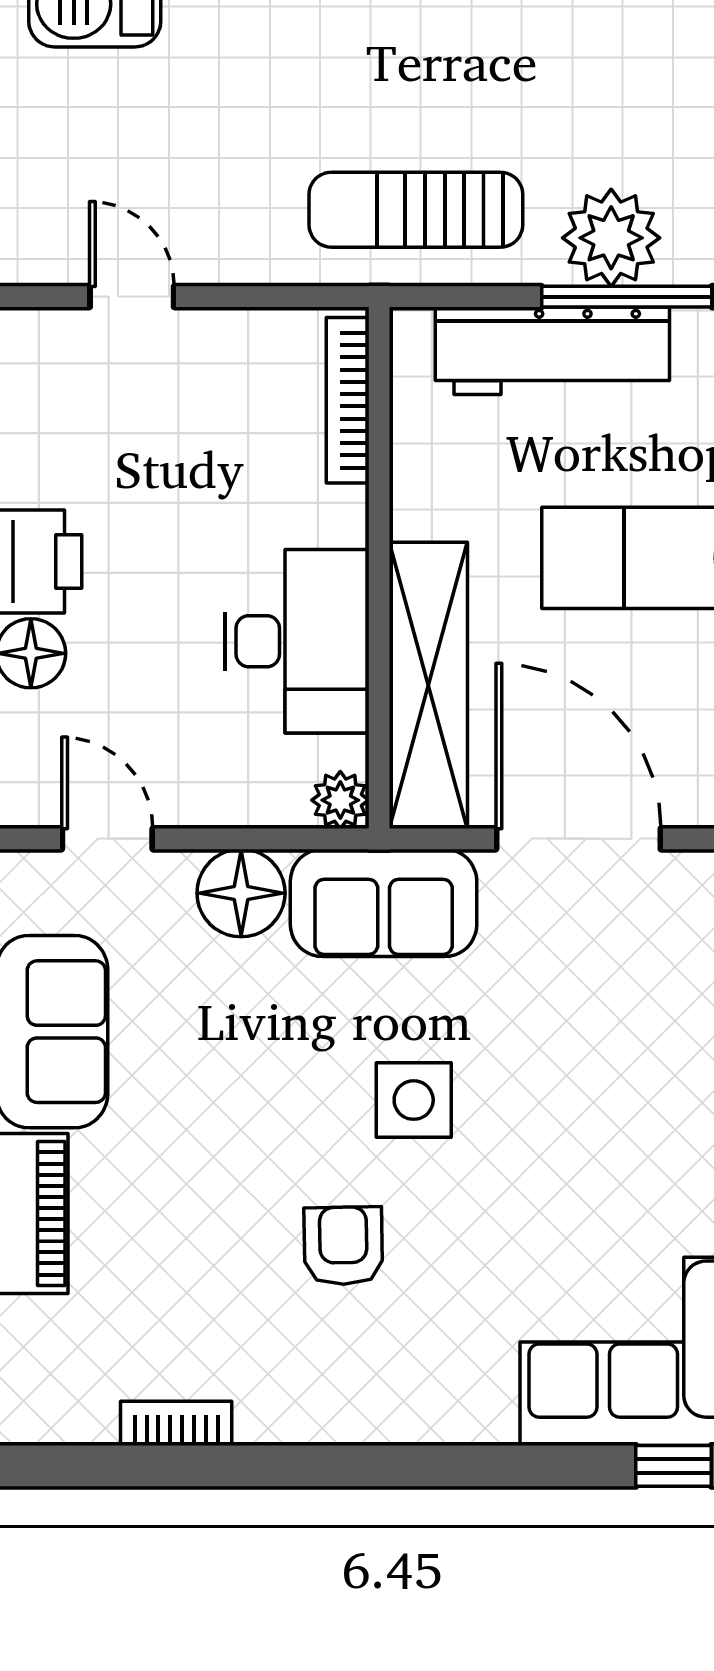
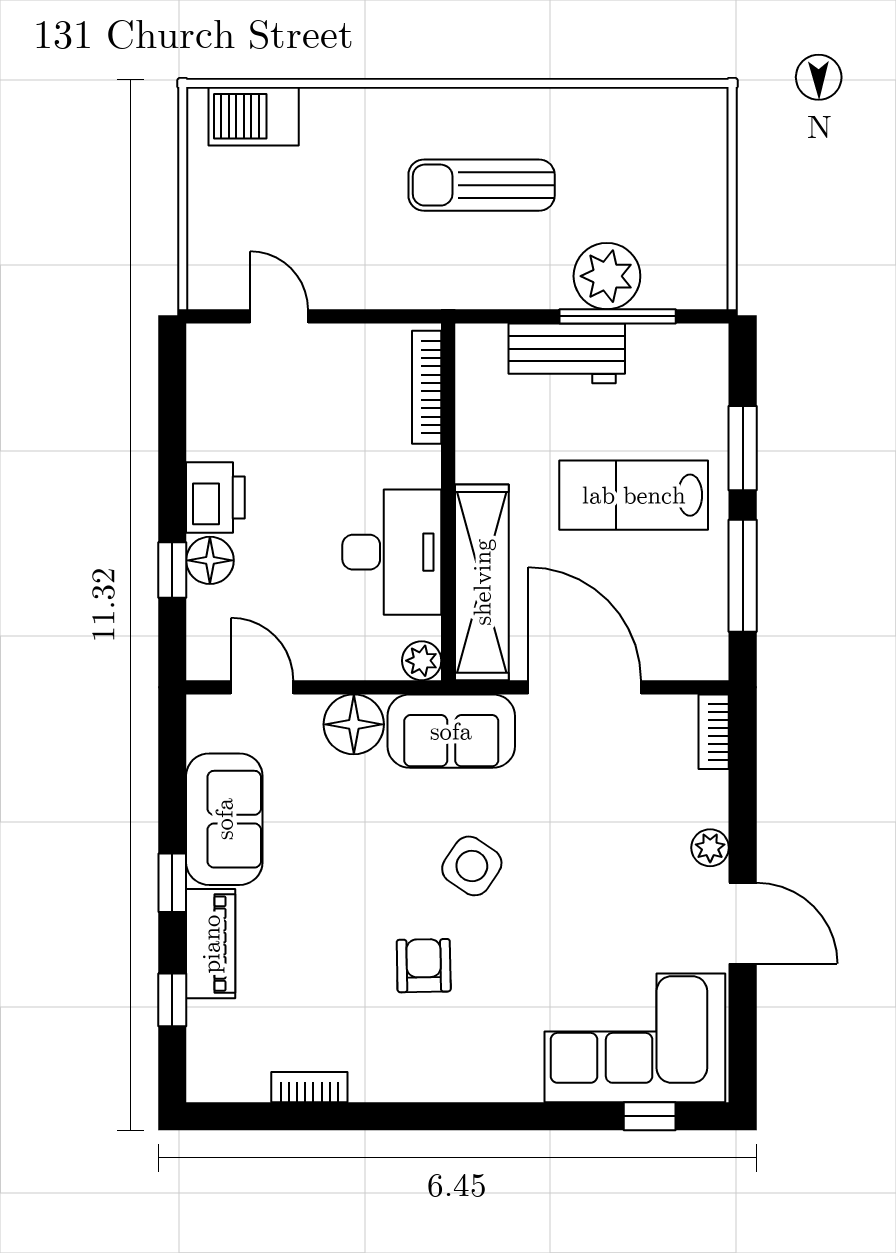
sun lounger: (416, 210) -> (482, 185), moved
workbench: (552, 351) -> (567, 353), width x0.73
side table: (414, 1100) -> (472, 866), turned 34

